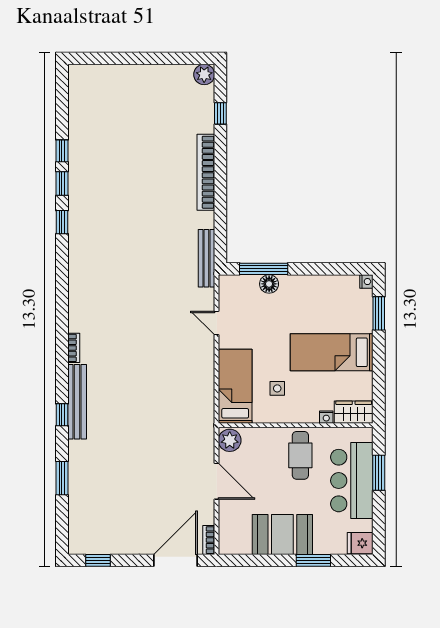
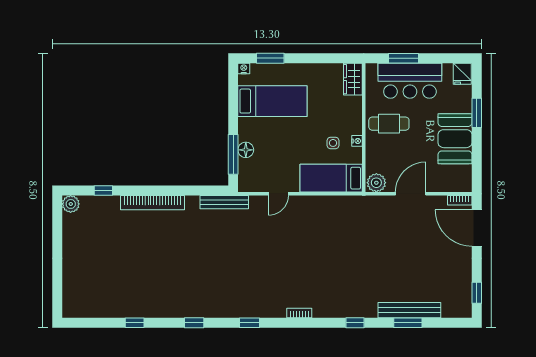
window: (62, 184) -> (250, 323), moved
bed: (332, 352) -> (272, 101), moved, turned -90
bench: (77, 402) -> (409, 310), moved
nightstand: (326, 417) -> (357, 141), moved

